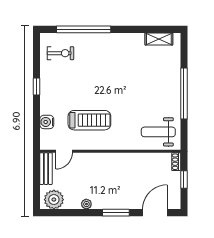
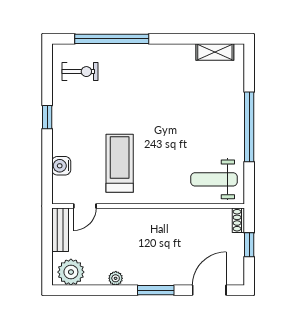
treadmill: (89, 120) -> (120, 163), turned -90

